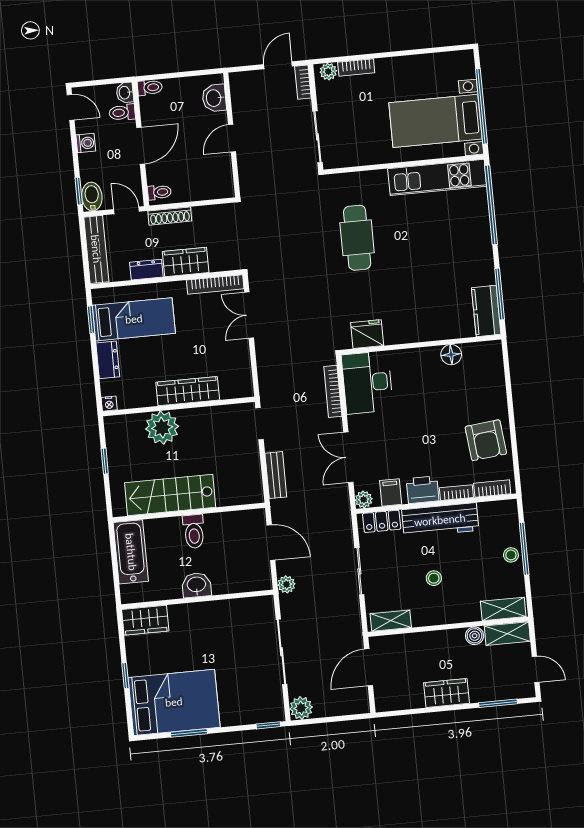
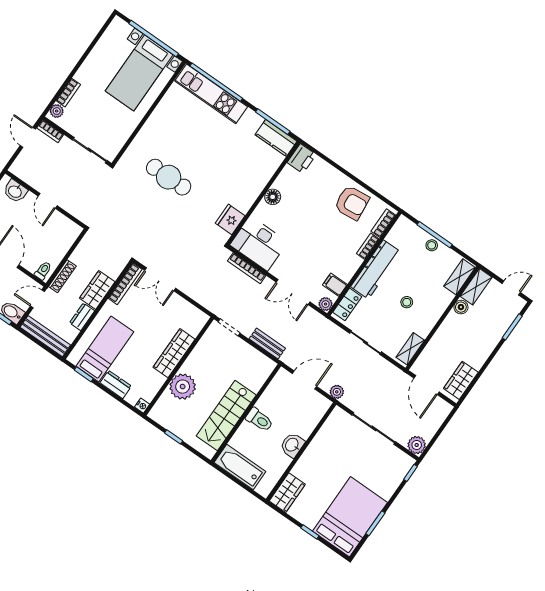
kitchen unit: (437, 177) -> (211, 94), moved, turned 90
floor lamp: (451, 355) -> (273, 197), moved
printer: (423, 490) -> (302, 159), moved, turned 180
wardrobe: (446, 693) -> (461, 380), moved

